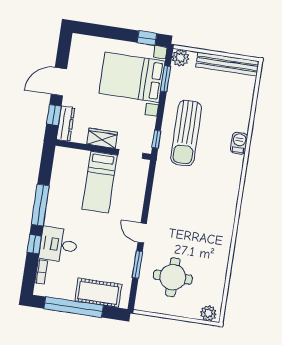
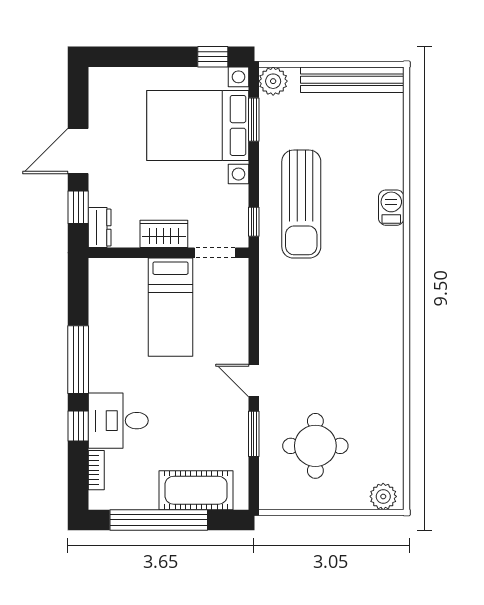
dresser: (66, 124) -> (100, 228), width x0.70

